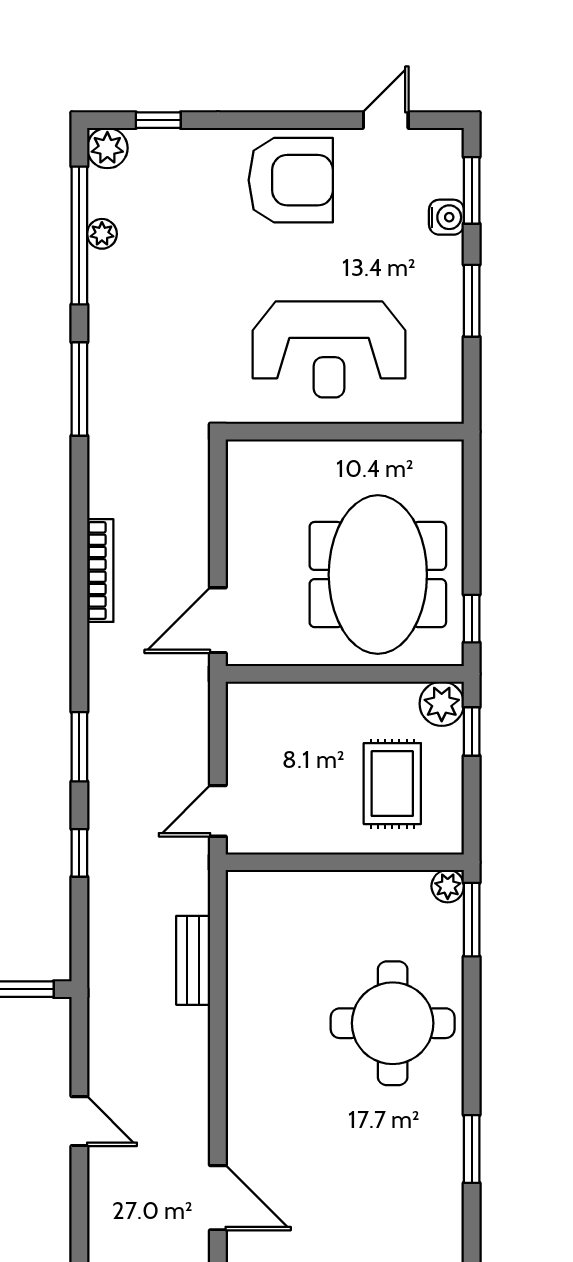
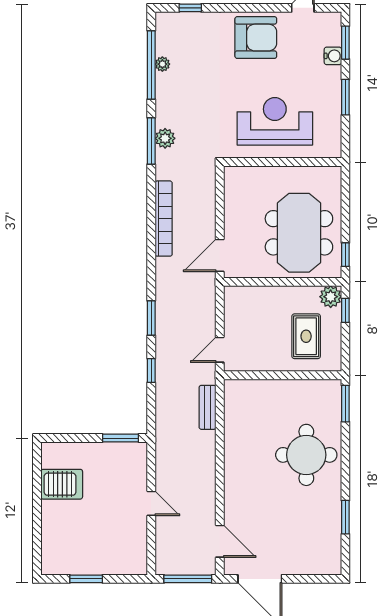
plant: (107, 148) -> (165, 138), moved
reception desk: (329, 349) -> (275, 121), turned 180
bookcase: (100, 571) -> (164, 219), width x1.48, depth x1.31
plant: (448, 886) -> (334, 387), removed
bench: (193, 960) -> (208, 407), moved

